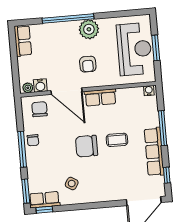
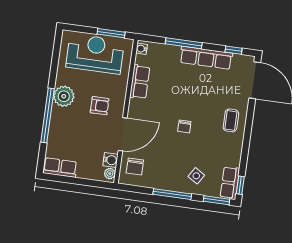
window: (156, 48) -> (111, 33), moved
row of seats: (100, 97) -> (140, 82), moved
chair: (40, 109) -> (135, 166), turned -90
chair: (33, 140) -> (165, 181), removed
coffee table: (117, 140) -> (231, 120), moved
chair: (87, 146) -> (184, 126), width x0.54, depth x0.54
side table: (72, 184) -> (196, 176), moved

